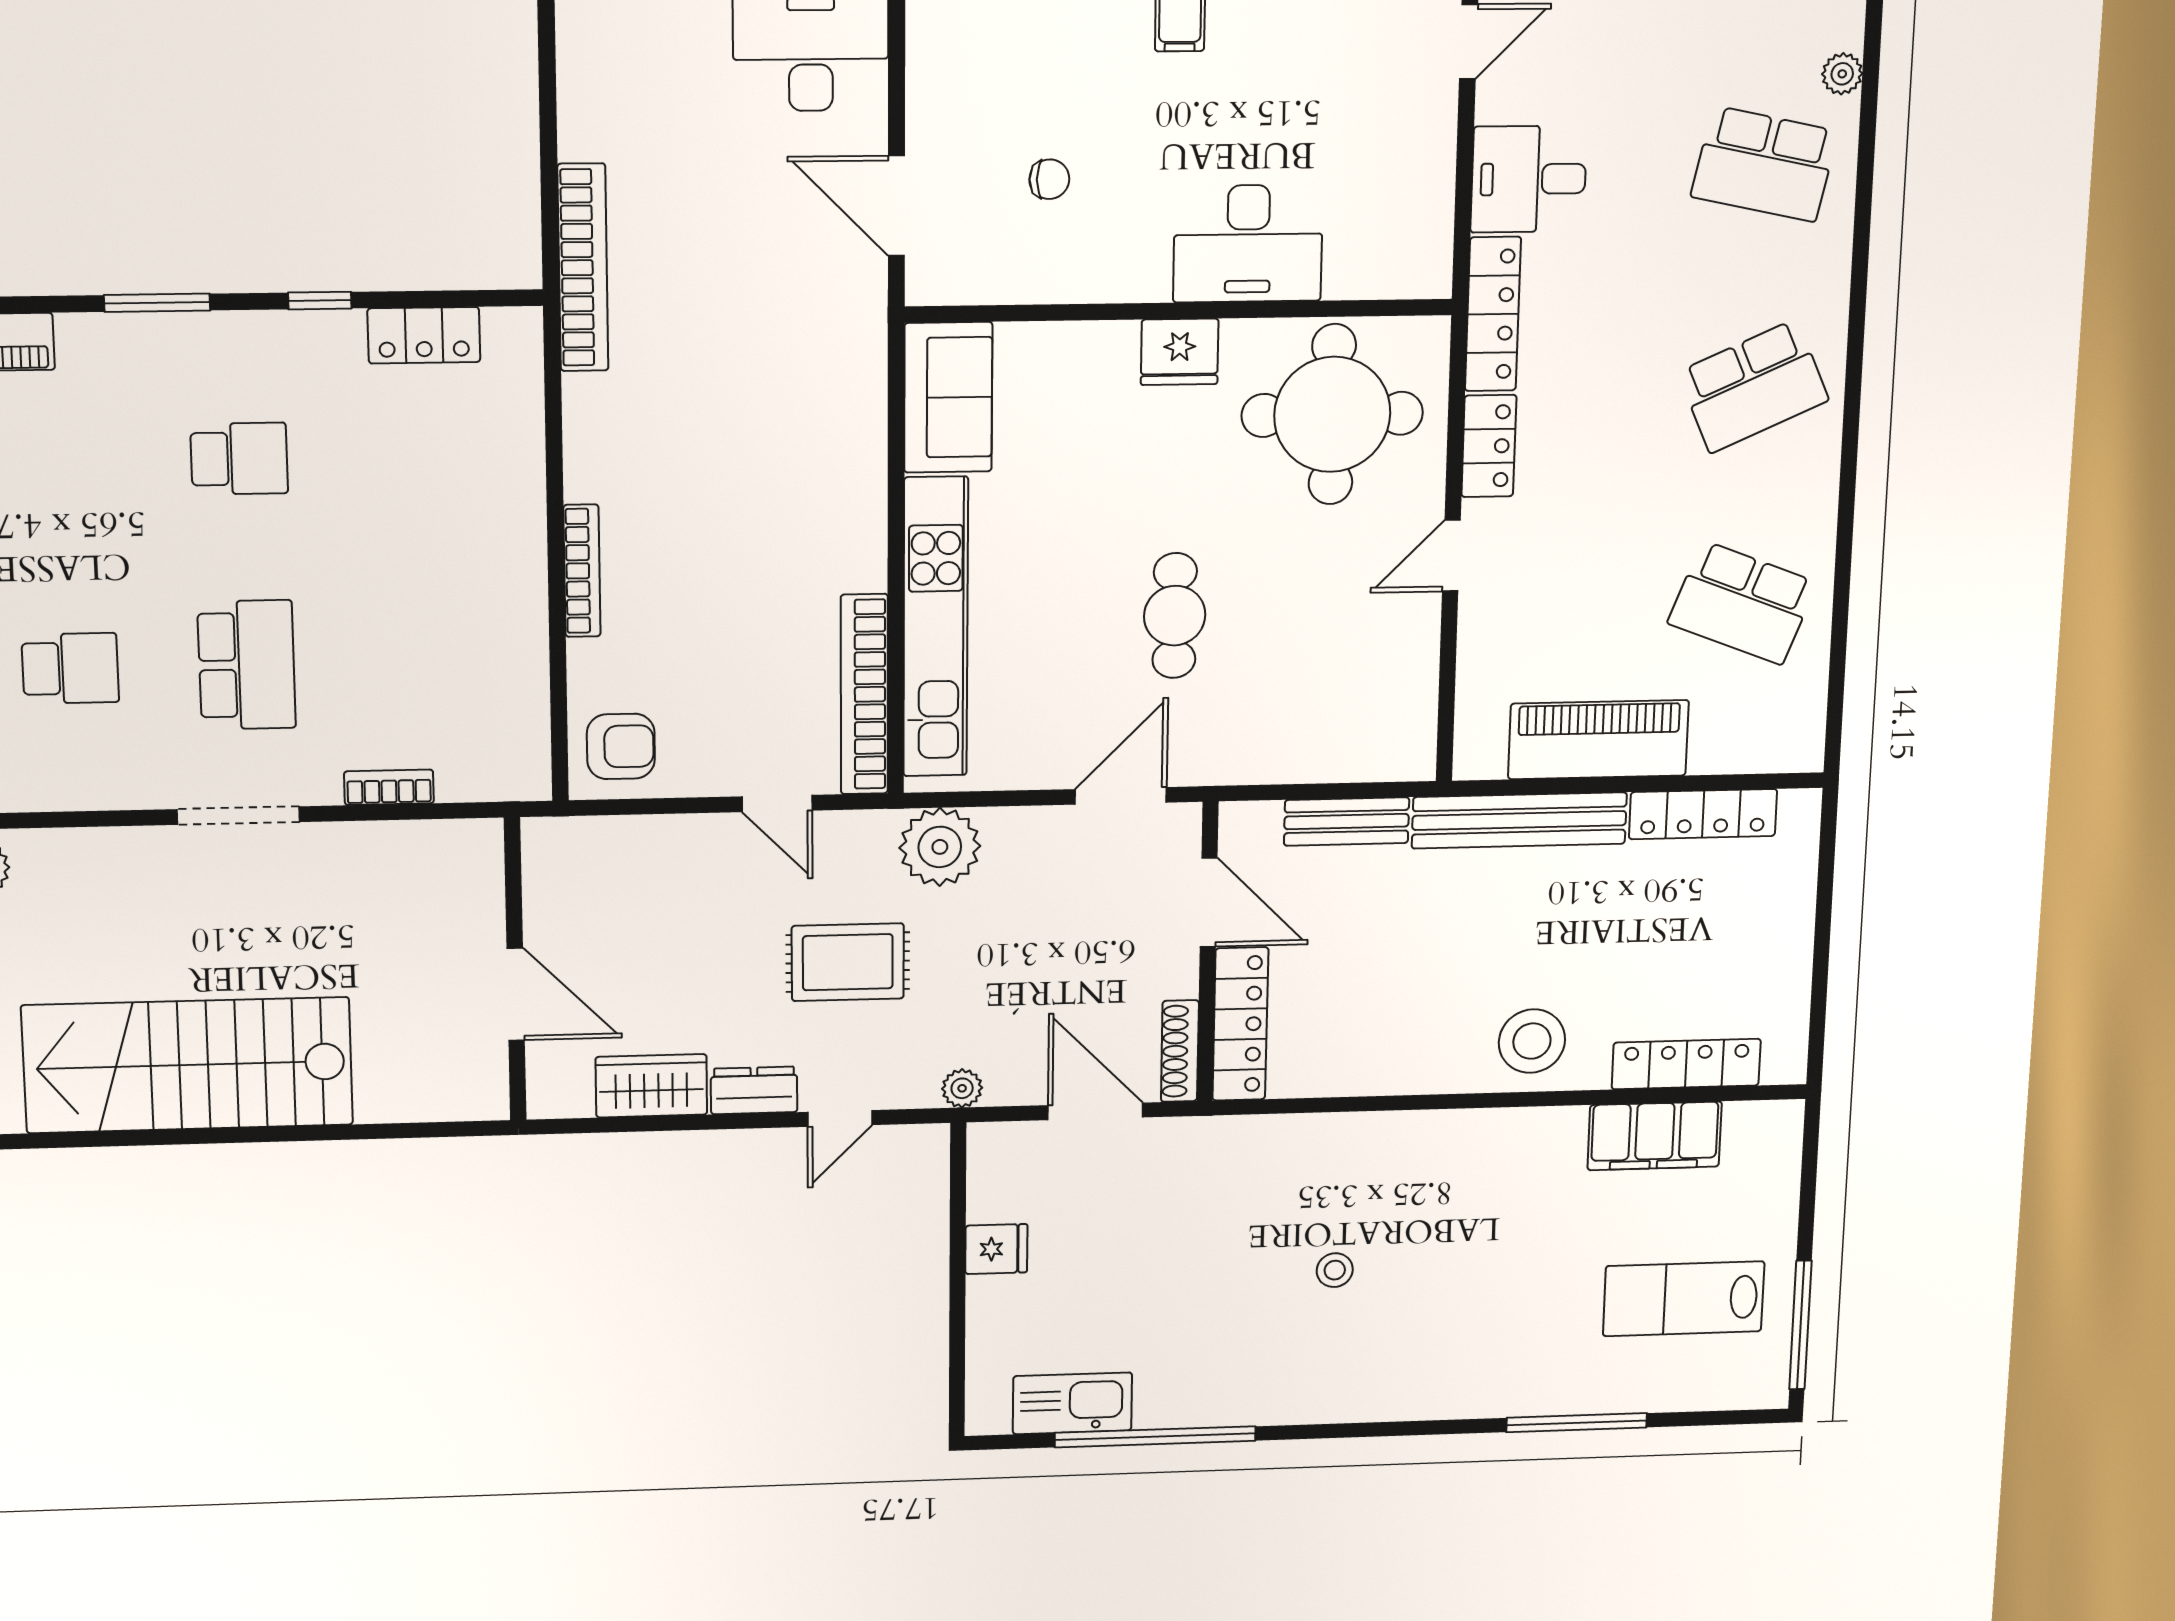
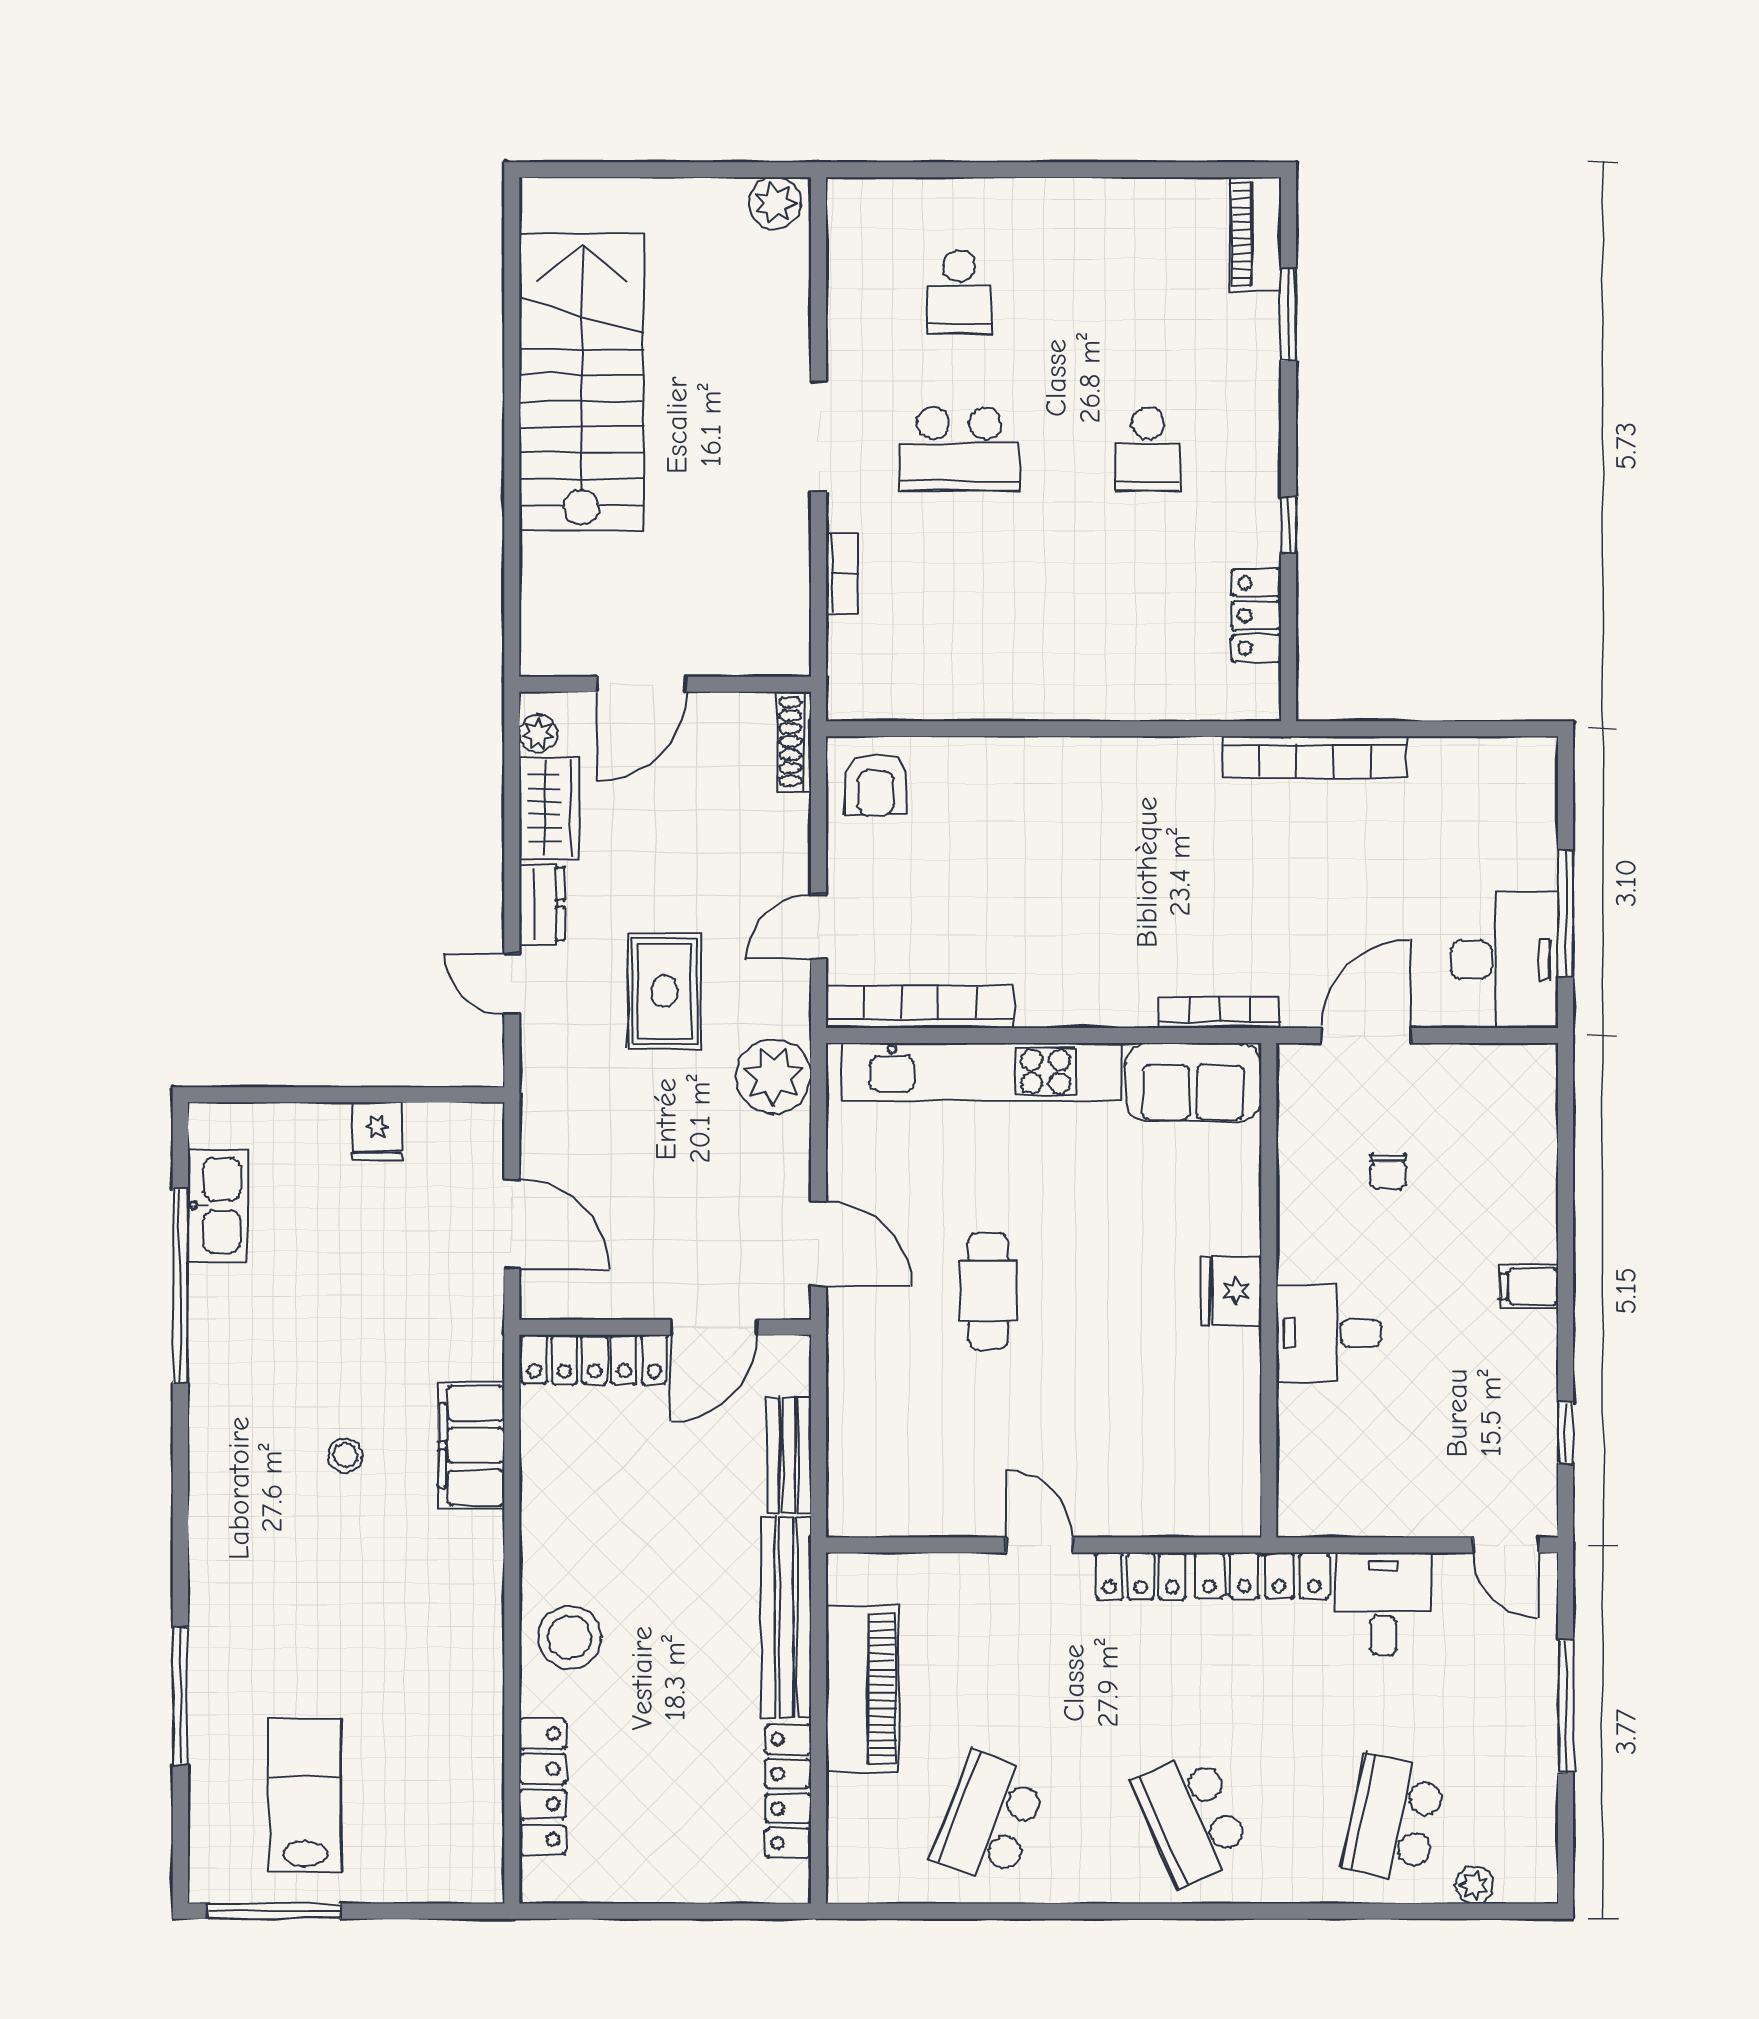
desk: (1248, 243) -> (1329, 1333), width x0.73
window: (157, 303) -> (1289, 315), moved
round table: (1332, 414) -> (1172, 1431), removed
bookcase: (582, 571) -> (1219, 1012), moved, turned 180
cafe table: (1175, 616) -> (988, 1291), turned 90
shoe rack: (1180, 1051) -> (794, 742), moved, turned -90
plant: (962, 1088) -> (538, 734), moved
door: (1095, 1111) -> (512, 1224), hinge flipped
filing cabinet: (1655, 1136) -> (472, 1446), moved

